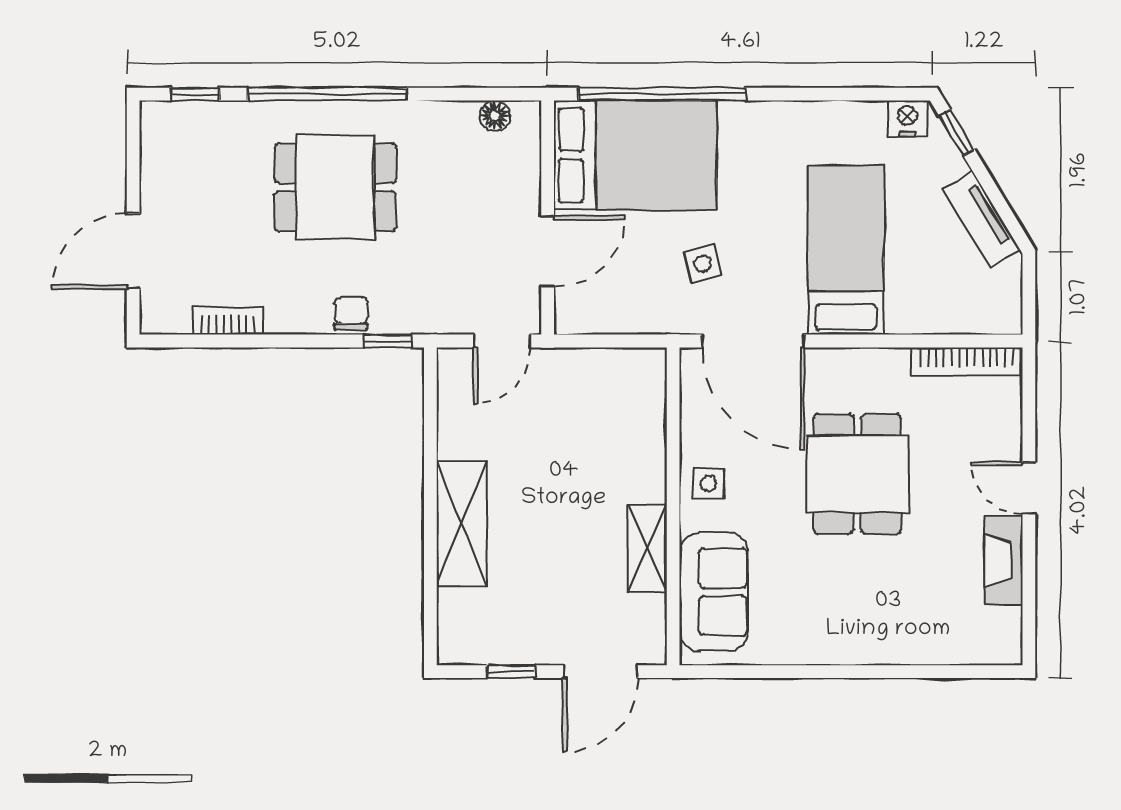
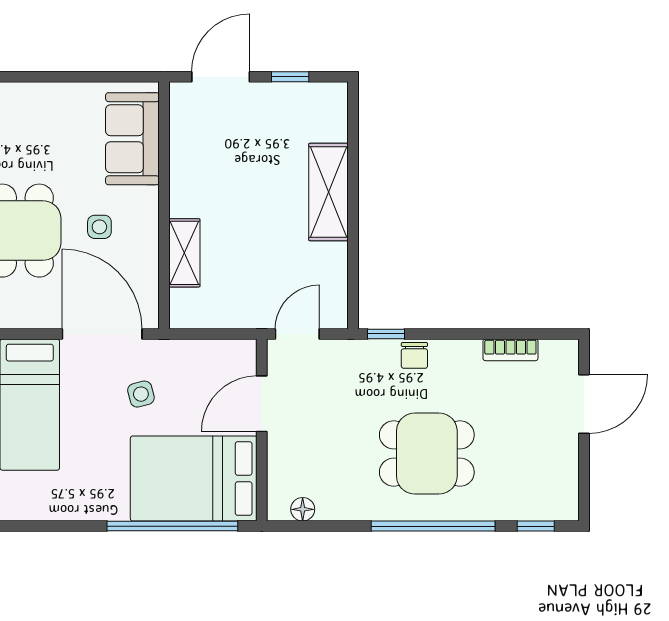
side table: (708, 483) -> (99, 227), moved
shelving: (647, 548) -> (184, 253), moved

